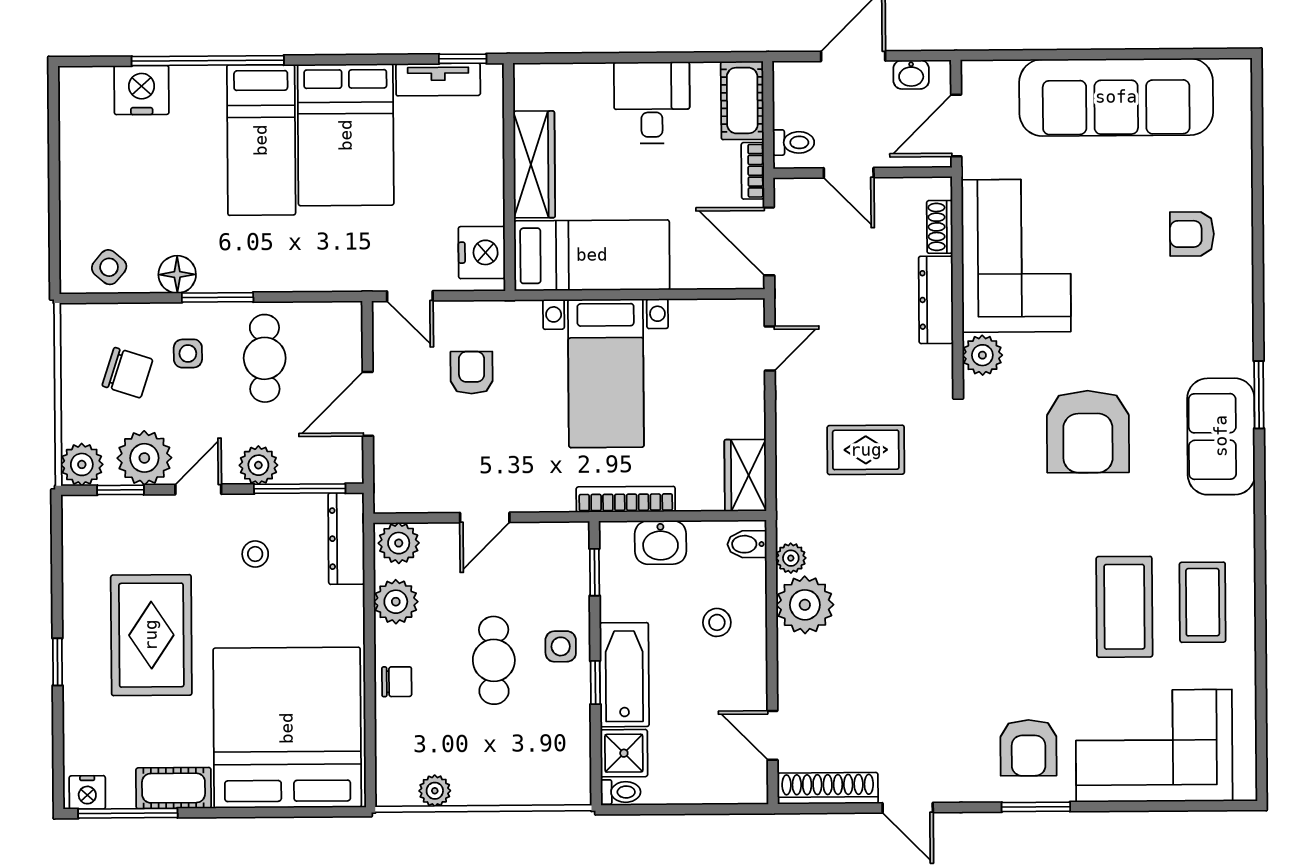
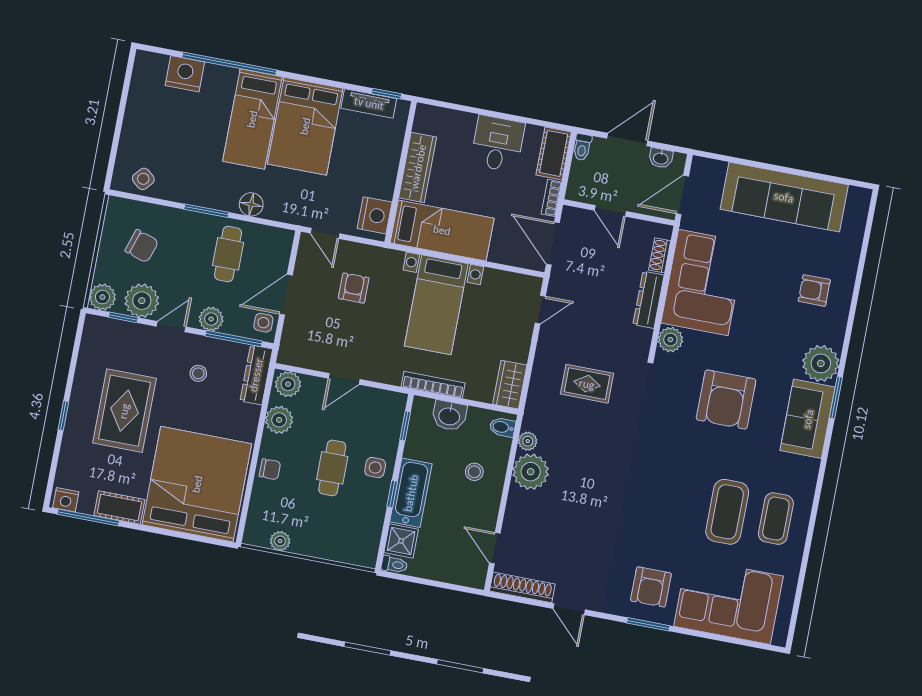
toilet: (794, 142) -> (582, 147), moved, turned 90
floor lamp: (177, 274) -> (251, 204), moved
plant: (1225, 346) -> (821, 363), added
side table: (188, 353) -> (263, 323), moved

